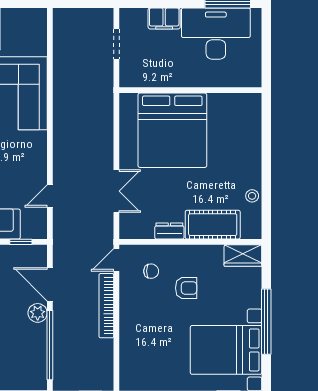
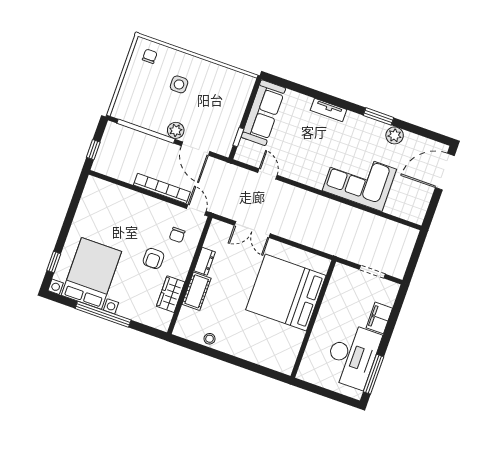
cot: (213, 225) -> (197, 291), width x0.73, depth x0.75
wardrobe: (243, 256) -> (171, 294), moved
door: (50, 284) -> (195, 149), swing flipped

